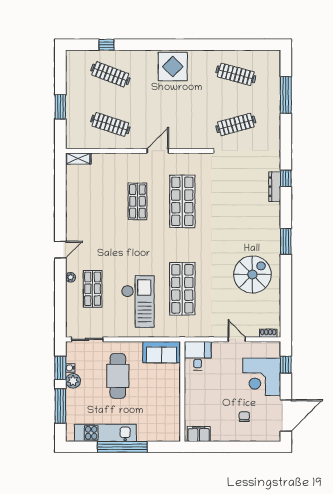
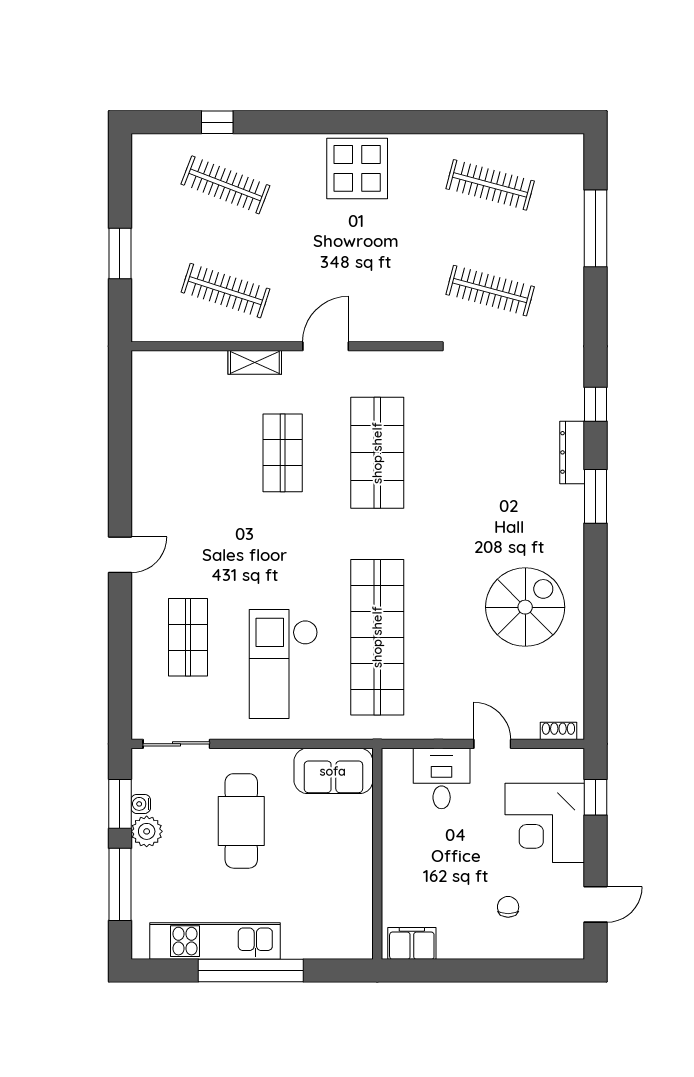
clothes rail: (236, 124) -> (490, 291), turned 30
shelving: (78, 158) -> (255, 362), moved
dresser: (275, 187) -> (572, 452), moved
window: (286, 241) -> (596, 496), moved
plant: (71, 277) -> (142, 613), removed
shop shelf: (182, 289) -> (377, 637), width x1.40
checkout: (138, 302) -> (283, 664), turned 180
desk: (198, 356) -> (442, 778), moved
door: (286, 415) -> (596, 904), width x0.53

